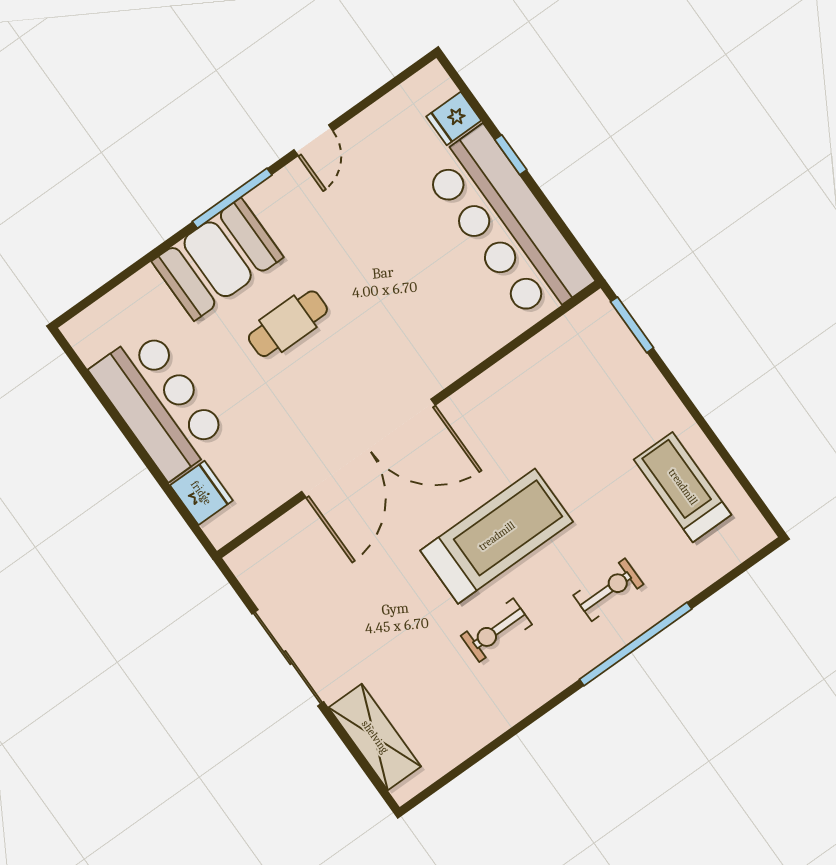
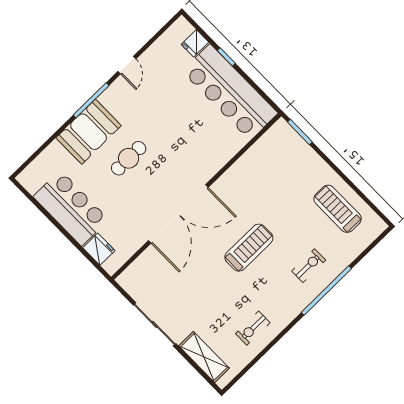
treadmill: (497, 536) -> (249, 248), width x0.73, depth x0.73
exercise bike: (496, 630) -> (253, 328), moved

